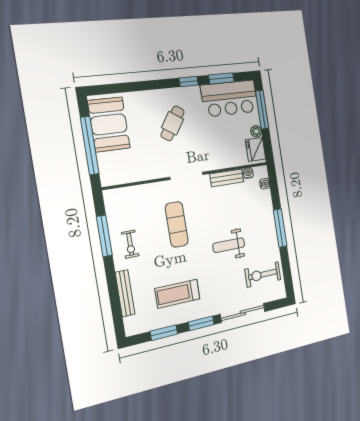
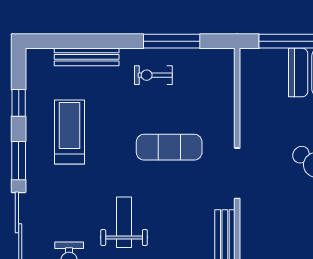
window: (164, 333) -> (19, 103), width x0.67

